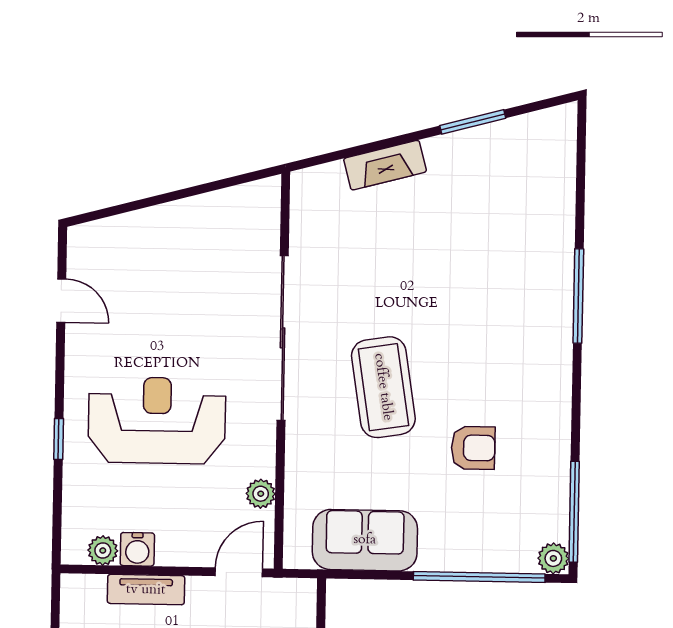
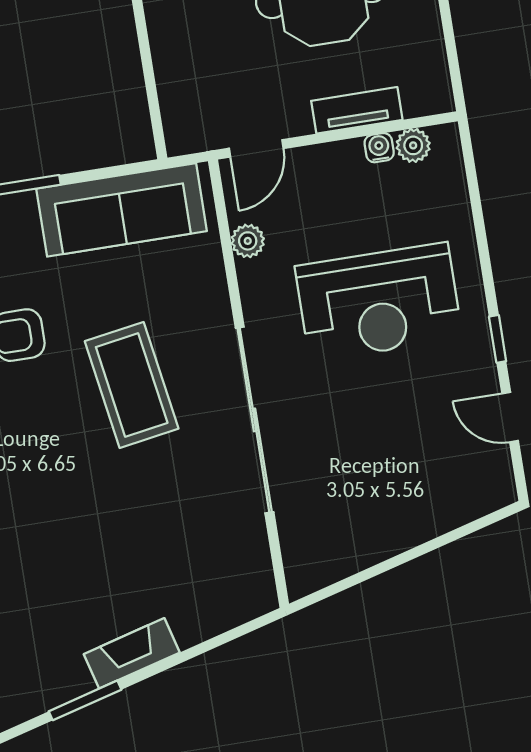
fireplace: (385, 165) -> (132, 653), moved
window: (59, 439) -> (498, 339), moved
sofa: (365, 540) -> (122, 210), width x1.36
water cooler: (137, 549) -> (379, 148), width x0.72, depth x0.72

